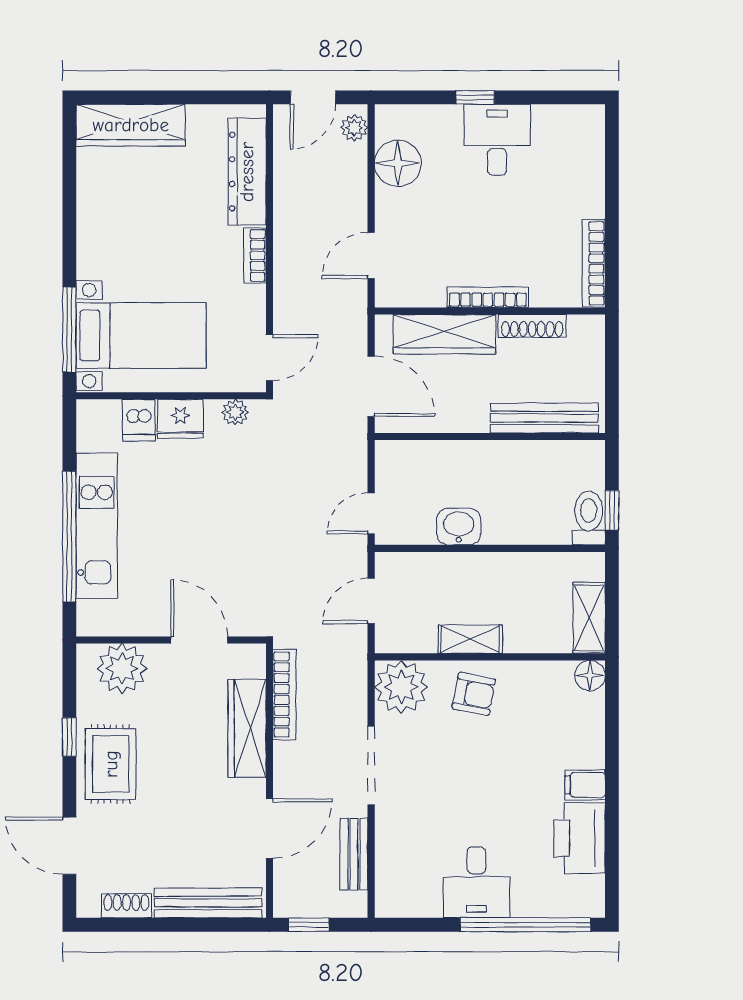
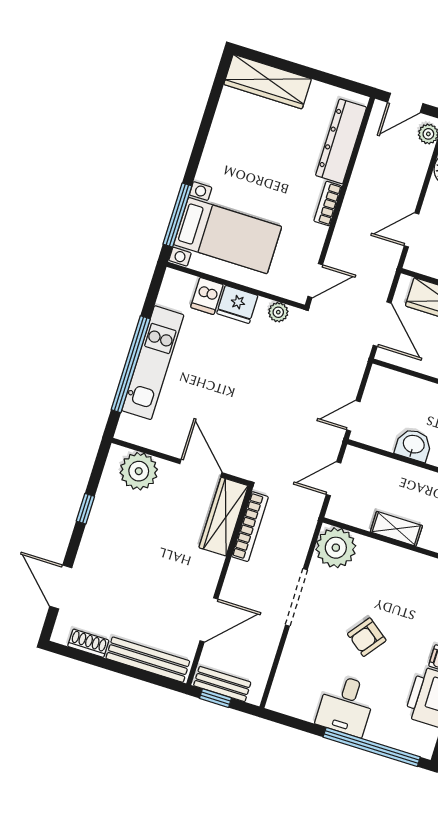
armchair: (474, 694) -> (367, 637), moved, turned 116
wardrobe: (247, 728) -> (224, 517), moved
rug: (111, 764) -> (109, 537), removed
bench: (354, 854) -> (222, 684), moved, turned 90

